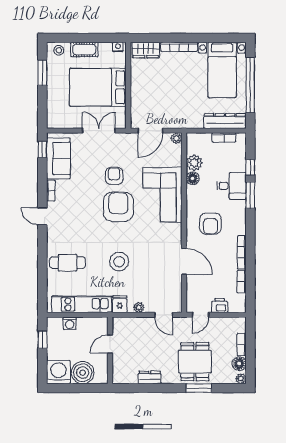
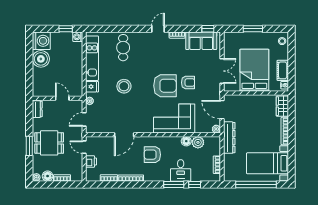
cot: (84, 49) -> (283, 70), moved
window: (42, 73) -> (253, 29), moved
dresser: (225, 121) -> (229, 138), moved
washing machine: (70, 323) -> (78, 37), moved
door: (110, 344) -> (62, 98), moved
wall: (110, 350) -> (57, 98), moved

